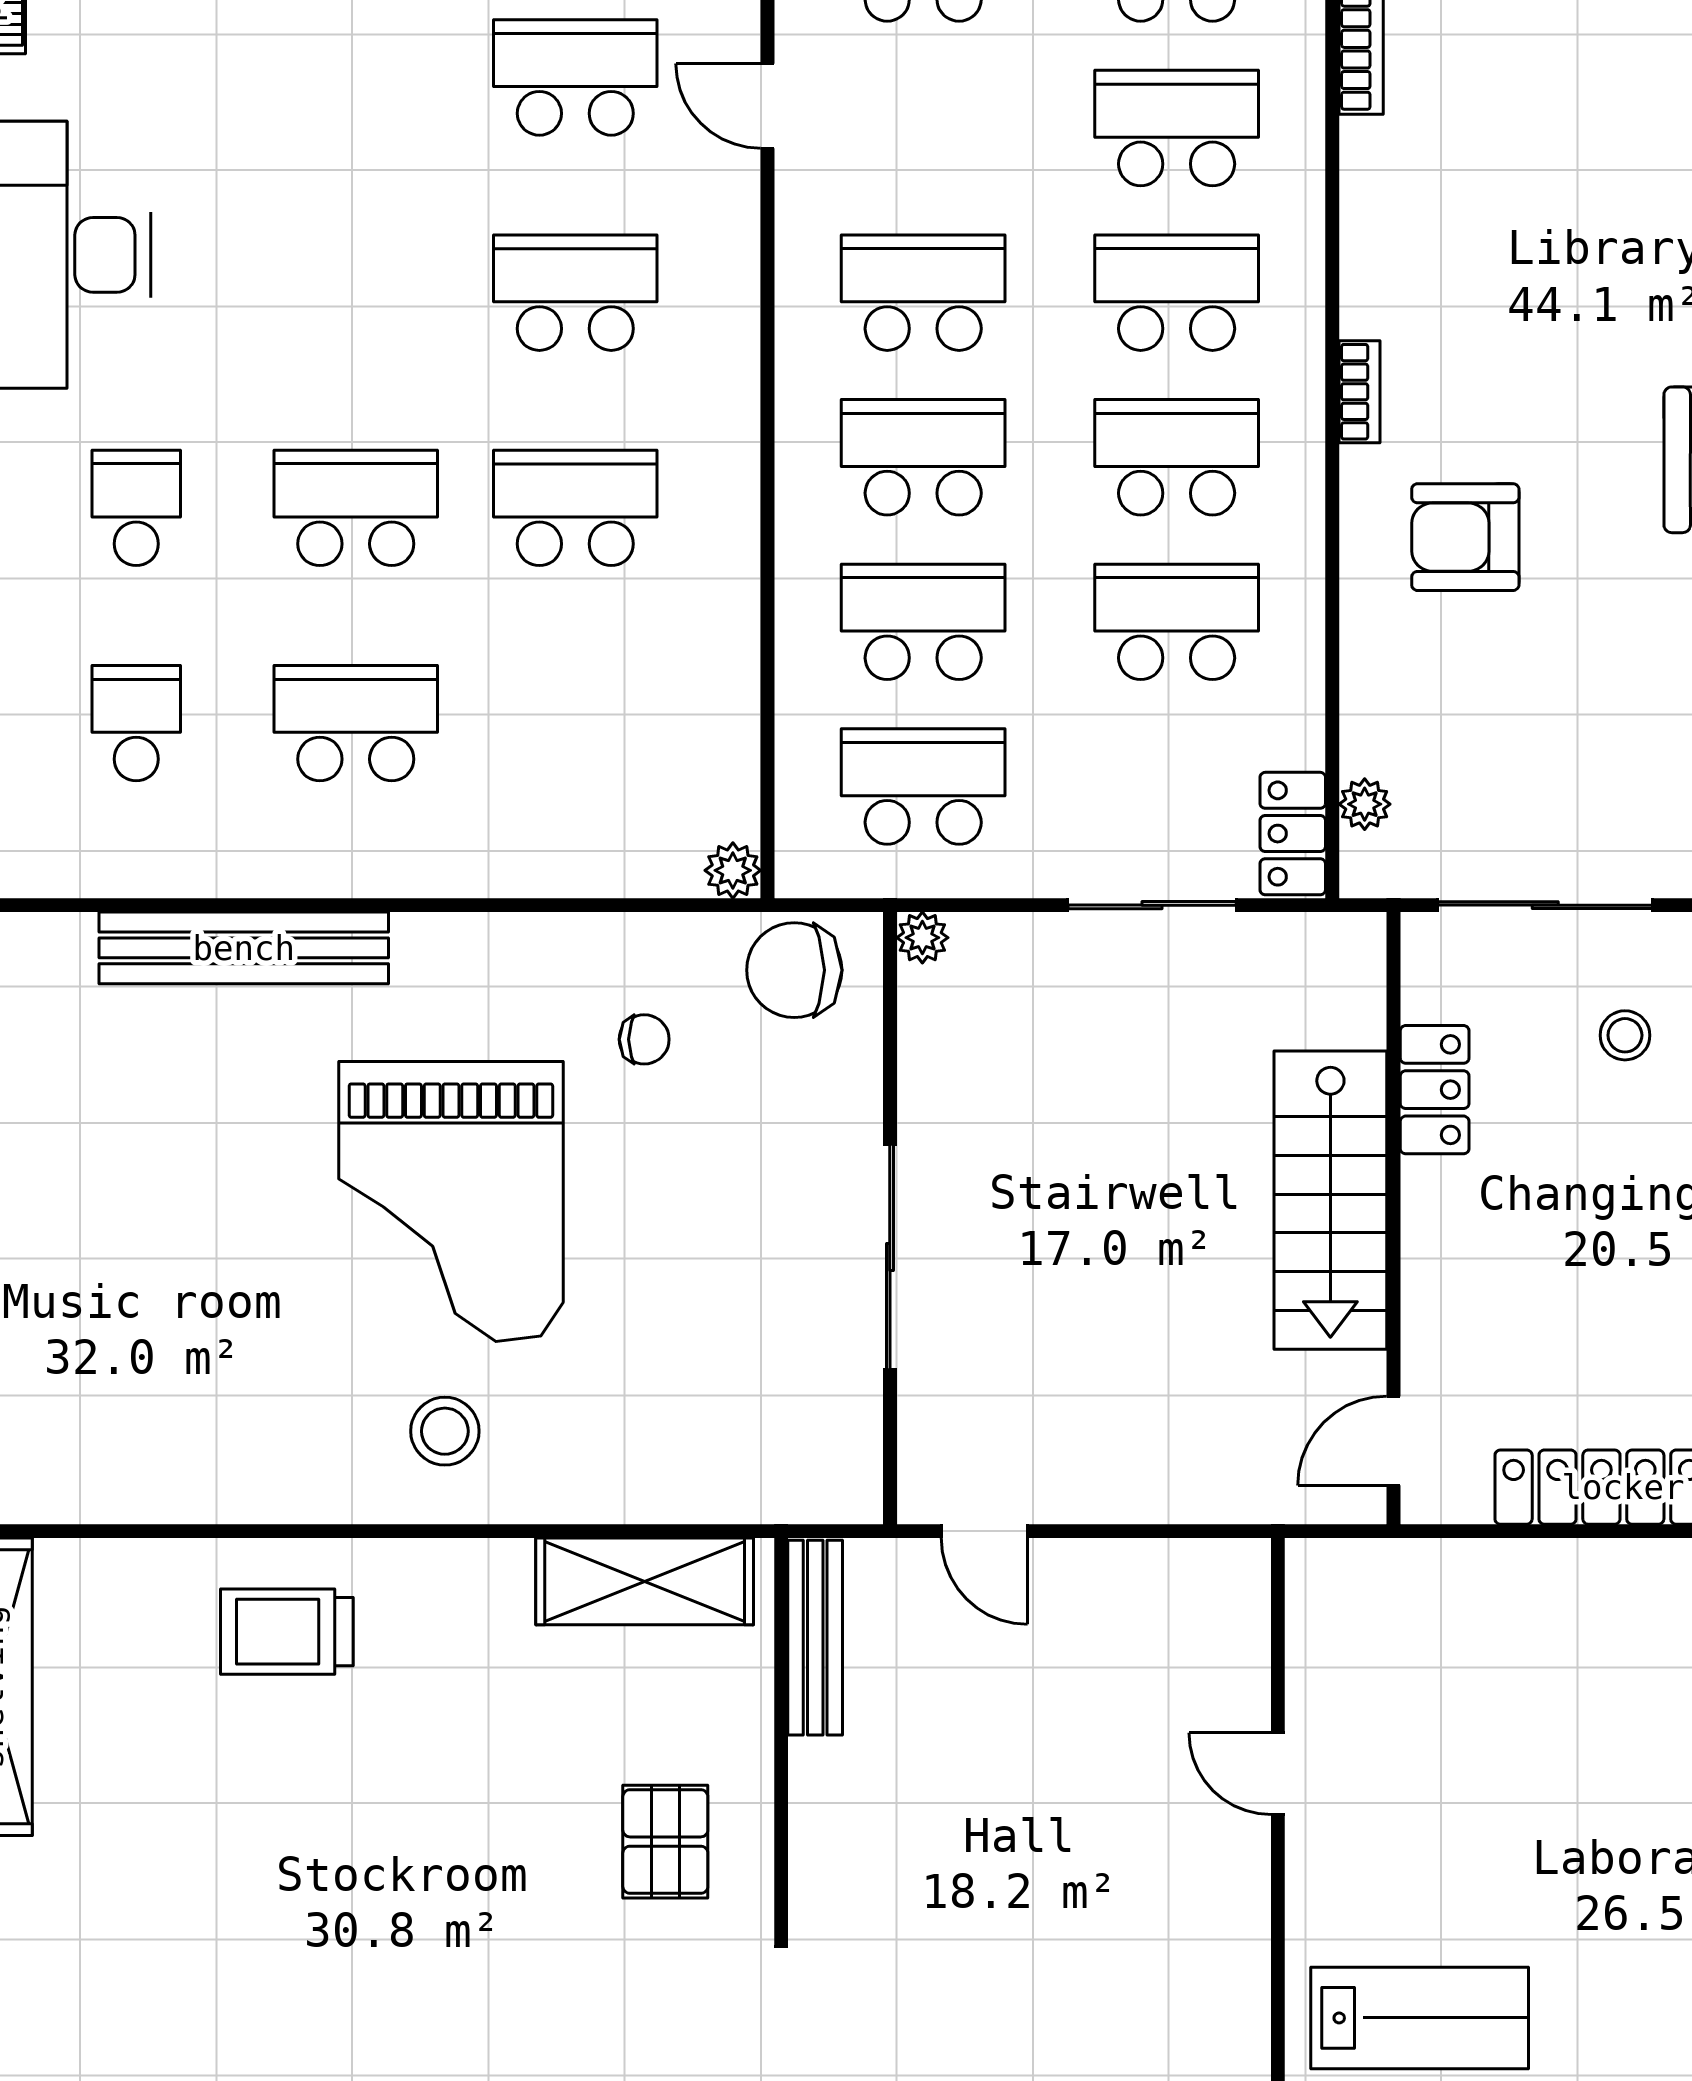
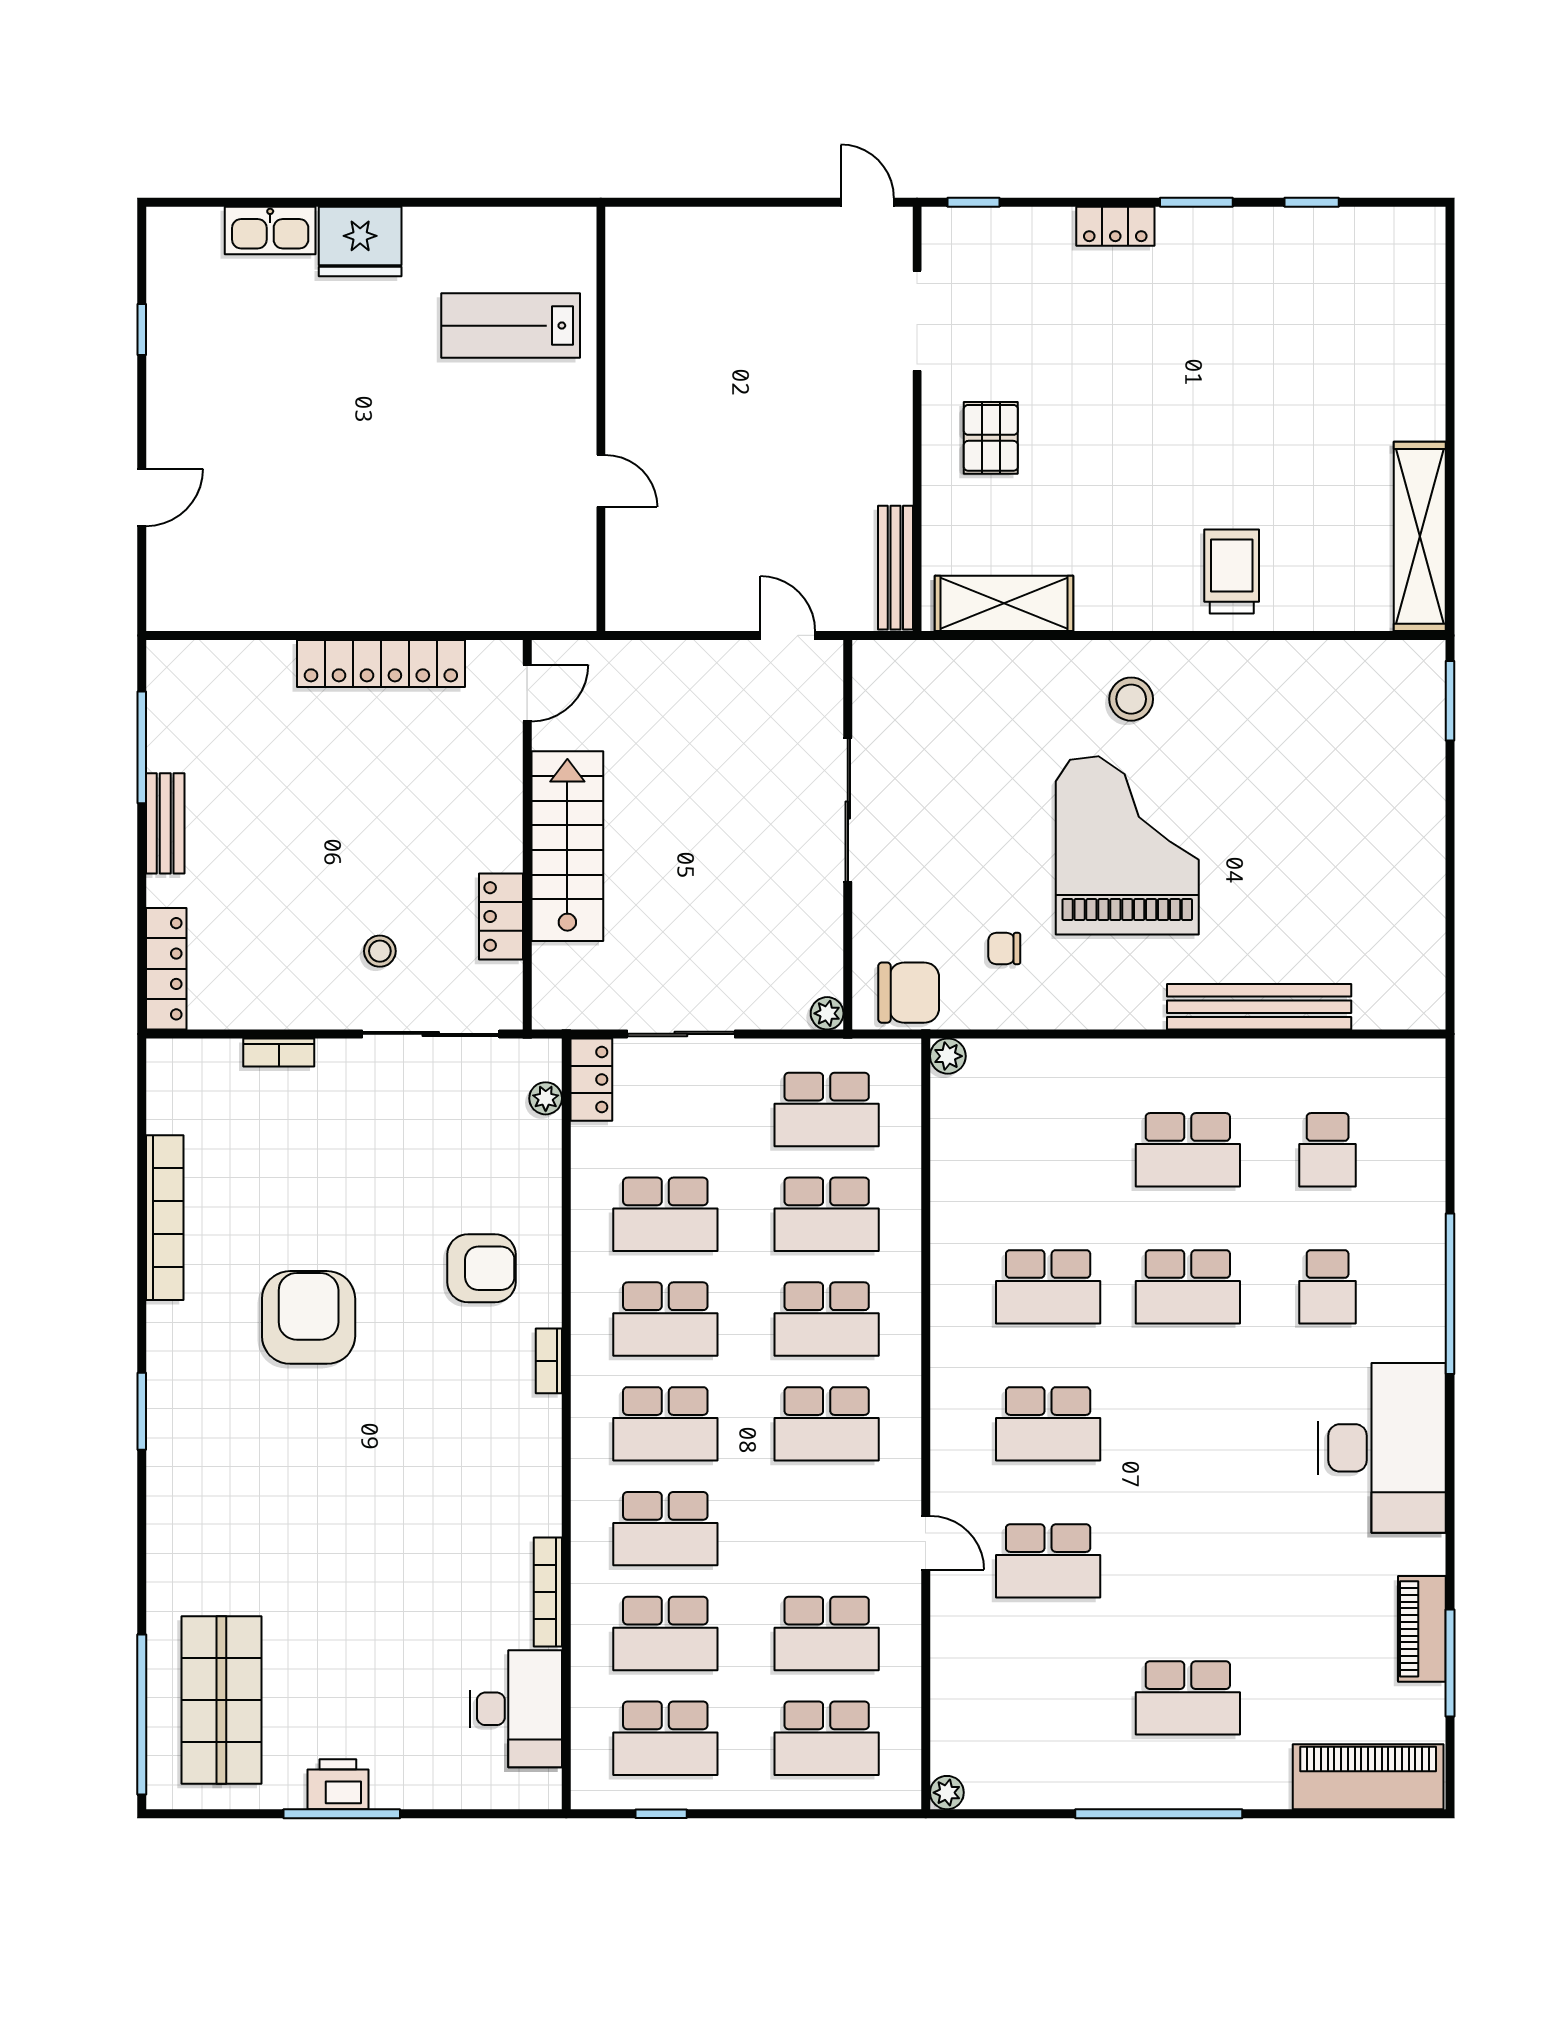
trolley: (287, 1632) -> (1232, 571), turned -90

